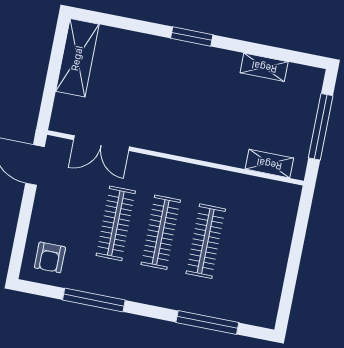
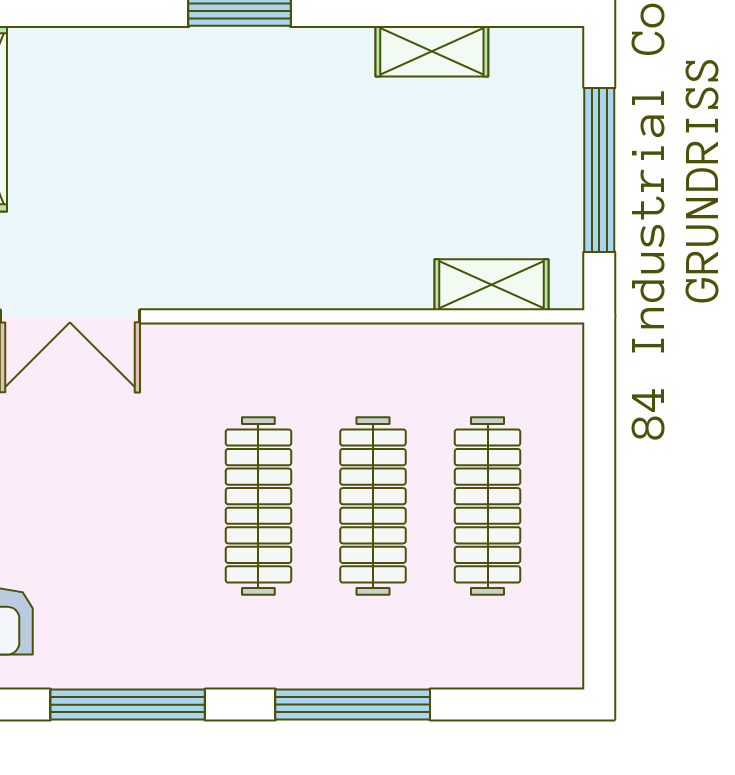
clothes rail: (116, 223) -> (488, 506), moved
window: (207, 322) -> (353, 705), moved

